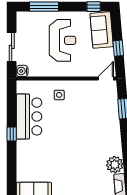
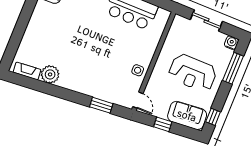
water cooler: (22, 71) -> (231, 43), moved
side table: (59, 95) -> (138, 70), moved

